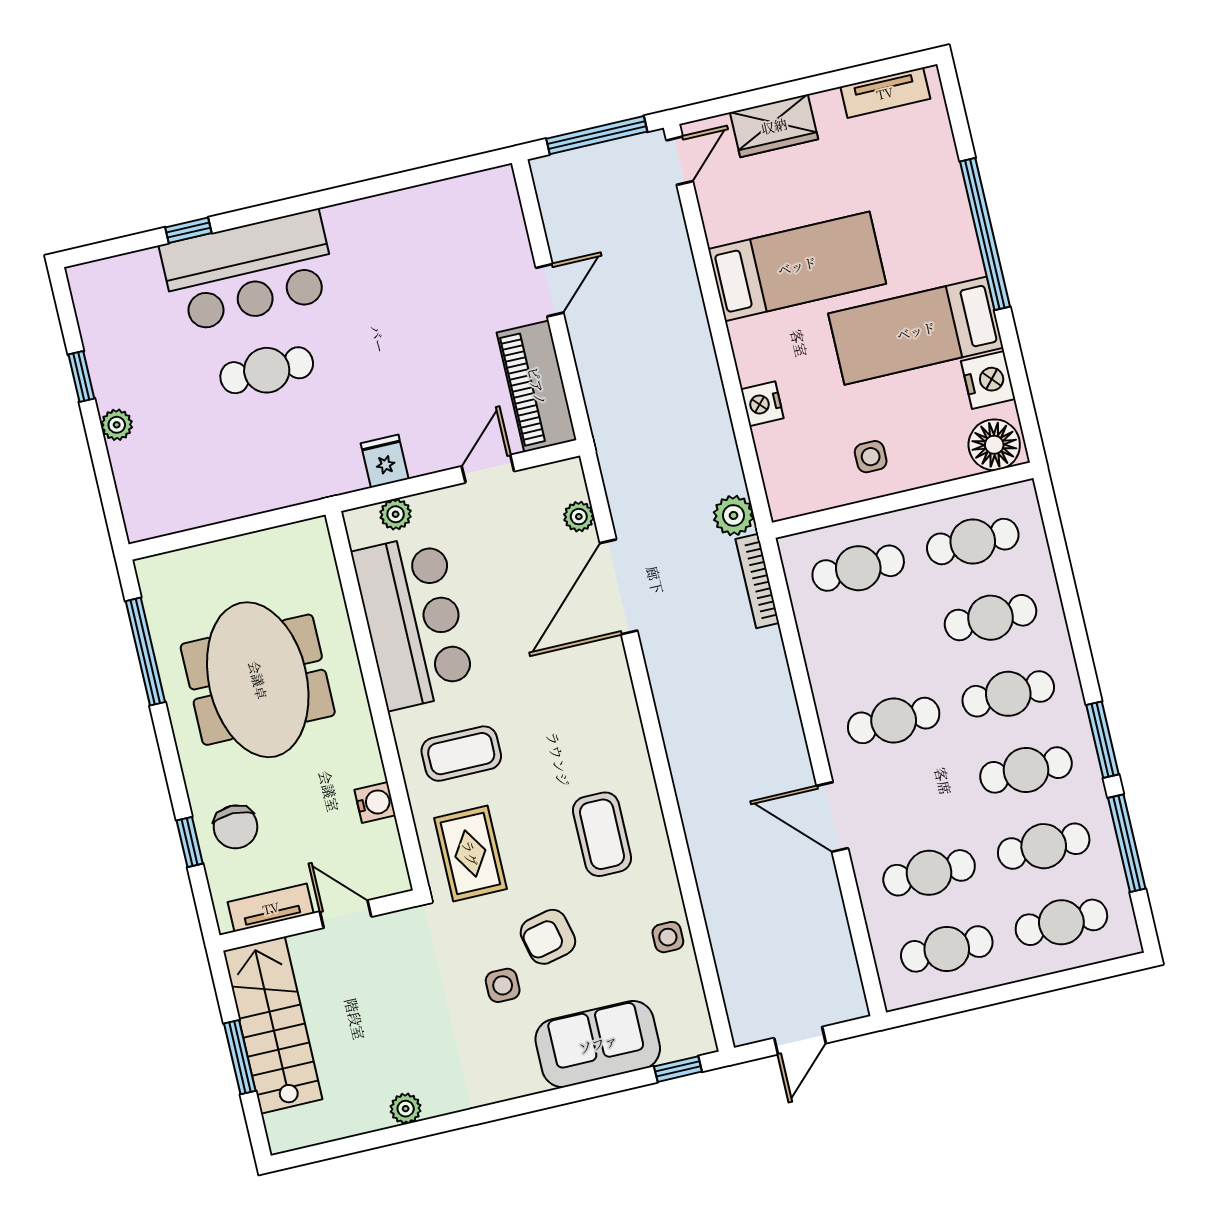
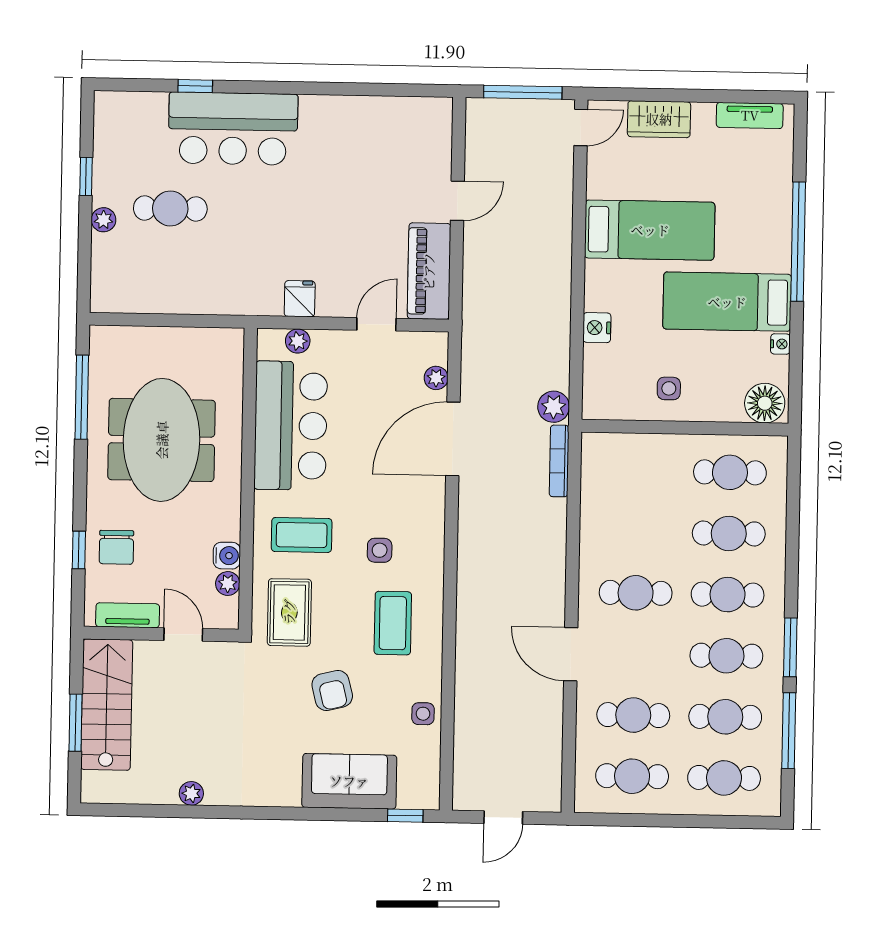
cafe table: (267, 370) -> (170, 208), moved
nightstand: (988, 380) -> (780, 344), width x0.53, depth x0.56
cafe table: (858, 568) -> (638, 471), removed
plant: (385, 837) -> (228, 584), added
armchair: (548, 937) -> (332, 690), turned -91
side table: (503, 985) -> (380, 550), moved

